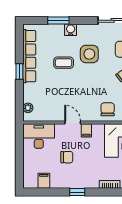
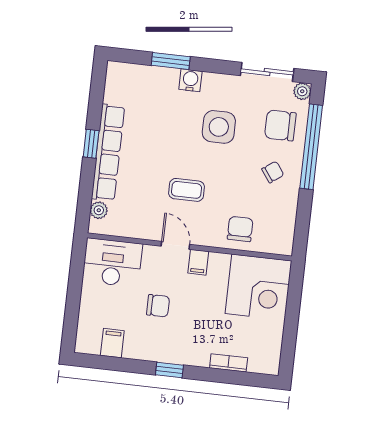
row of seats: (29, 56) -> (108, 152), moved
coffee table: (64, 63) -> (186, 190), moved

